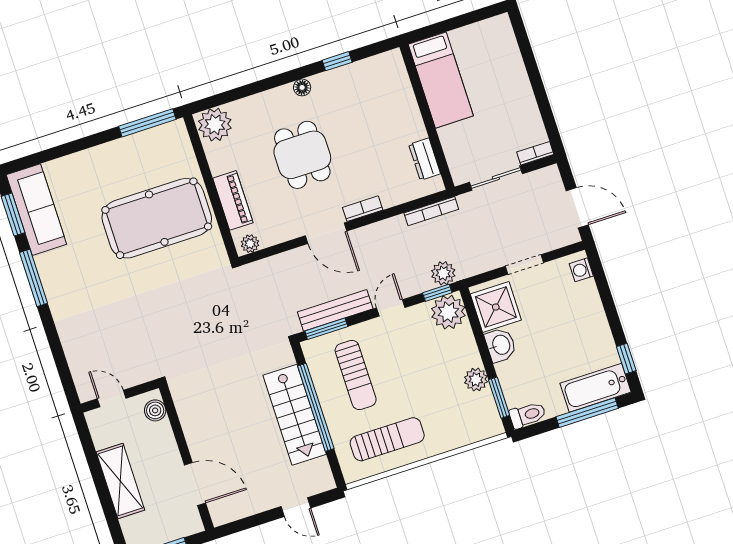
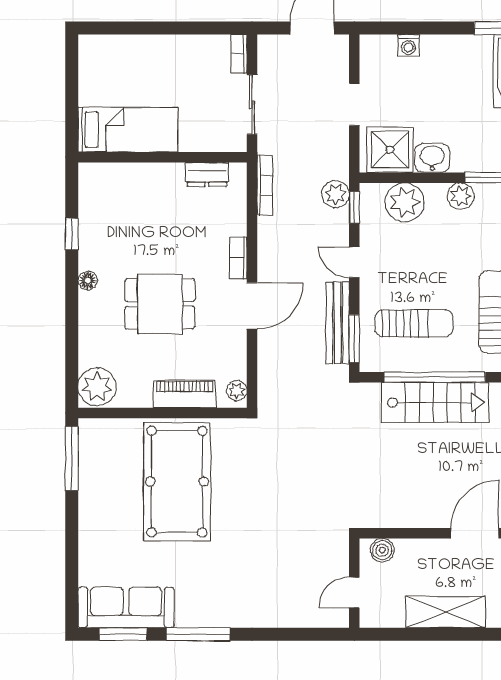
washing machine: (581, 270) -> (408, 45), moved
plant: (448, 312) -> (405, 202), moved

